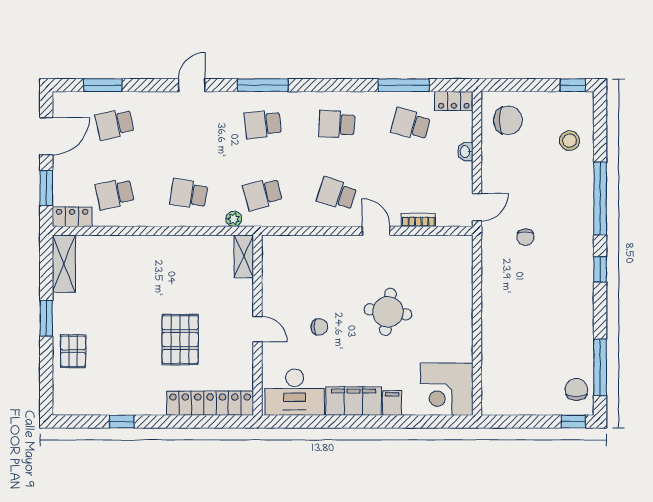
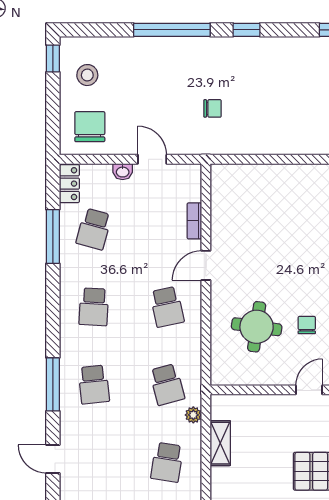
stool: (569, 141) -> (87, 75), moved
school desk: (337, 194) -> (167, 307), turned -30
door: (477, 207) -> (152, 159), moved
shelving: (244, 256) -> (220, 443), moved, turned 90
round table: (388, 312) -> (257, 327), moved

